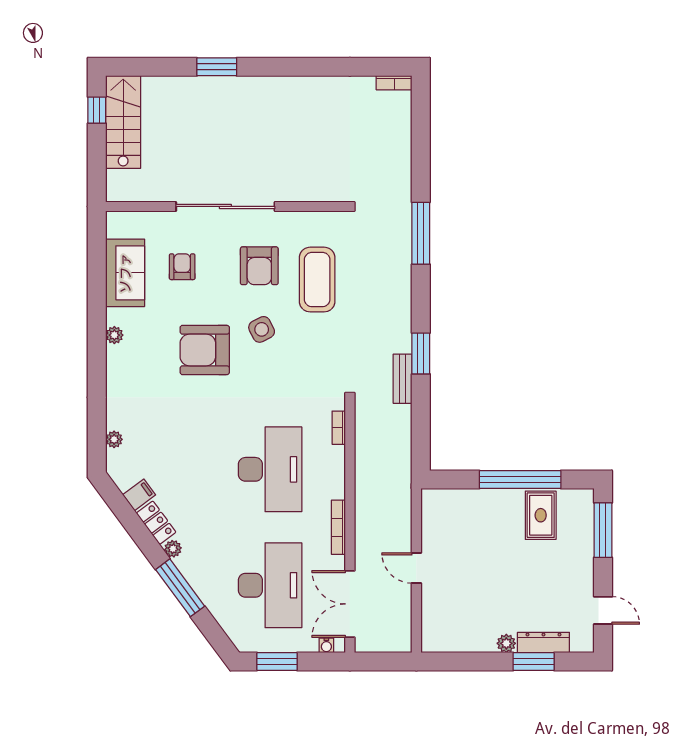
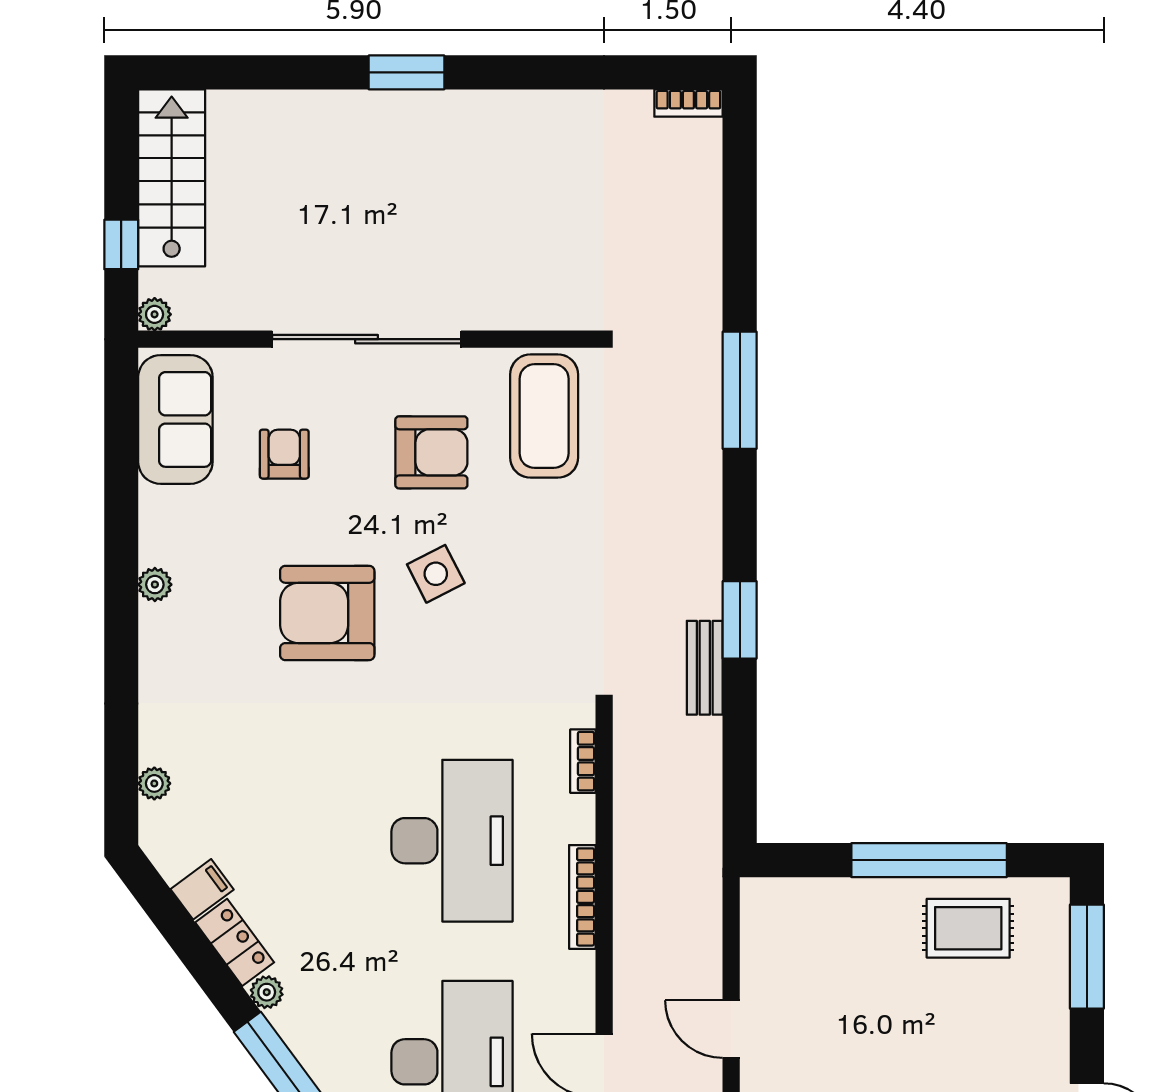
window: (217, 67) -> (406, 72), moved
window: (97, 110) -> (121, 244), moved
plant: (114, 193) -> (155, 314), added
armchair: (259, 266) -> (431, 452), turned -90
sofa: (125, 273) -> (175, 419), moved
coffee table: (317, 280) -> (544, 416), moved
rug: (541, 515) -> (968, 928), turned 90
bookcase: (338, 527) -> (582, 897), moved

